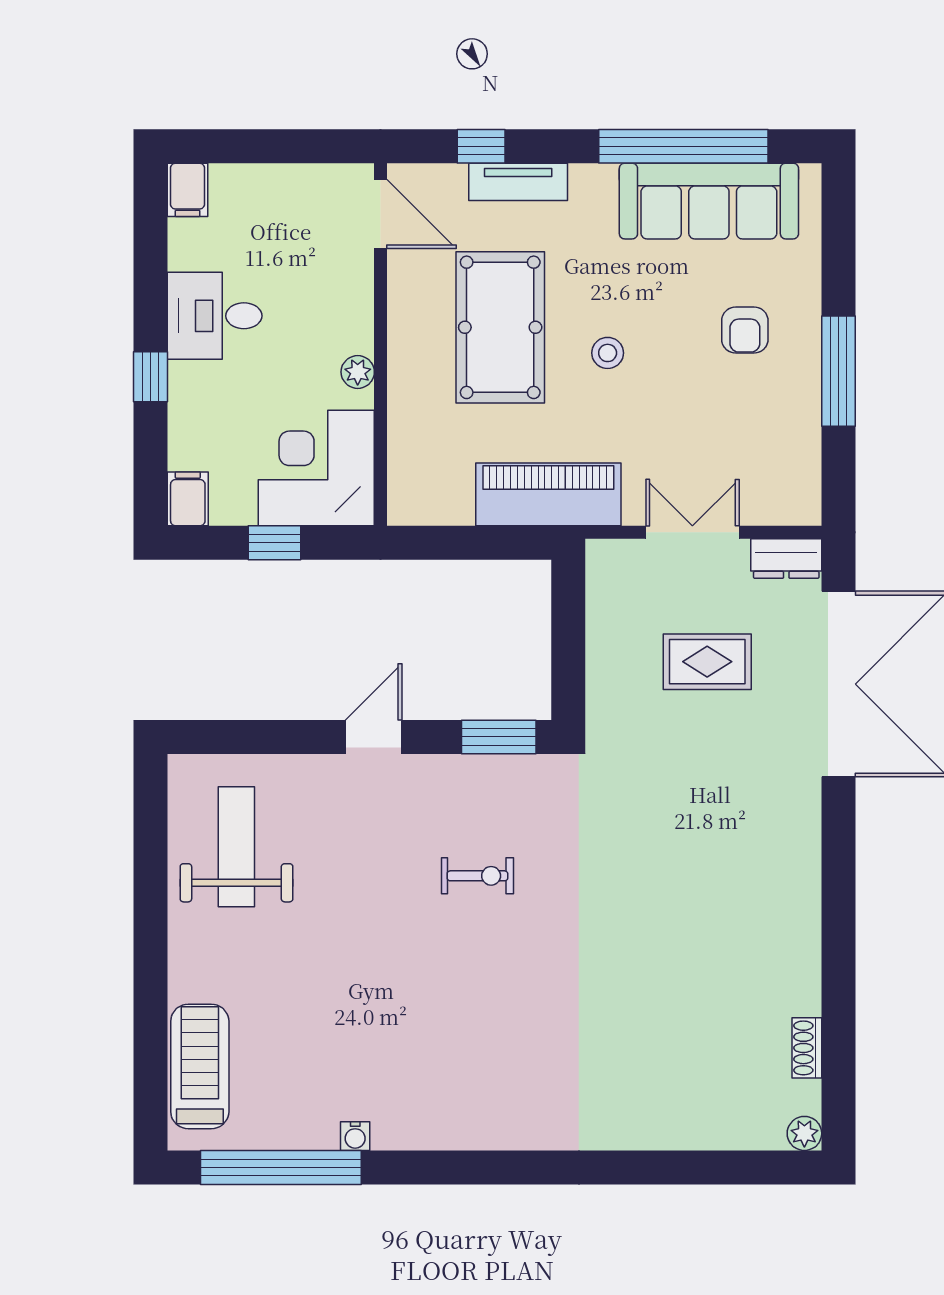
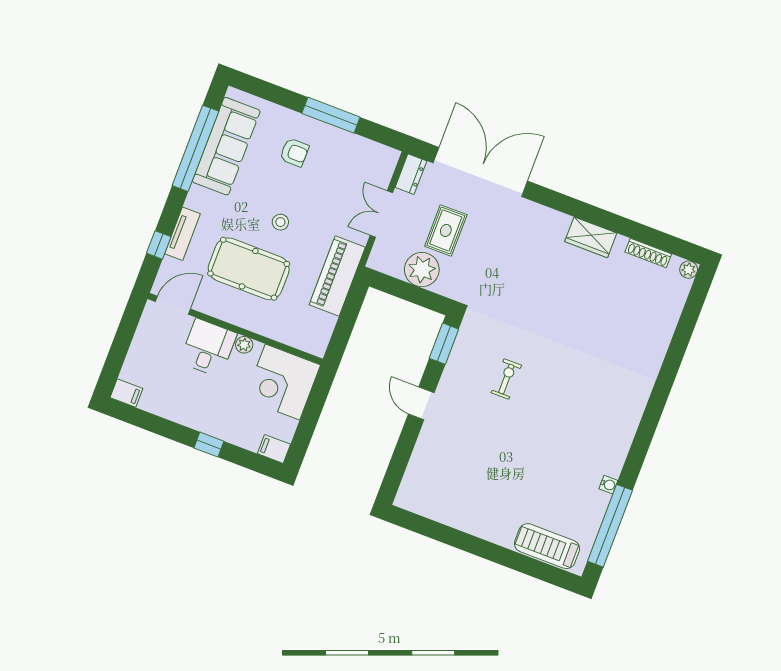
desk: (215, 316) -> (208, 348), moved, turned 180
window: (275, 543) -> (311, 415), removed
plant: (619, 645) -> (422, 270), added
weight bench: (236, 847) -> (449, 489), removed
wardrobe: (796, 932) -> (591, 237), added
shoe rack: (807, 1048) -> (648, 253), width x1.43

